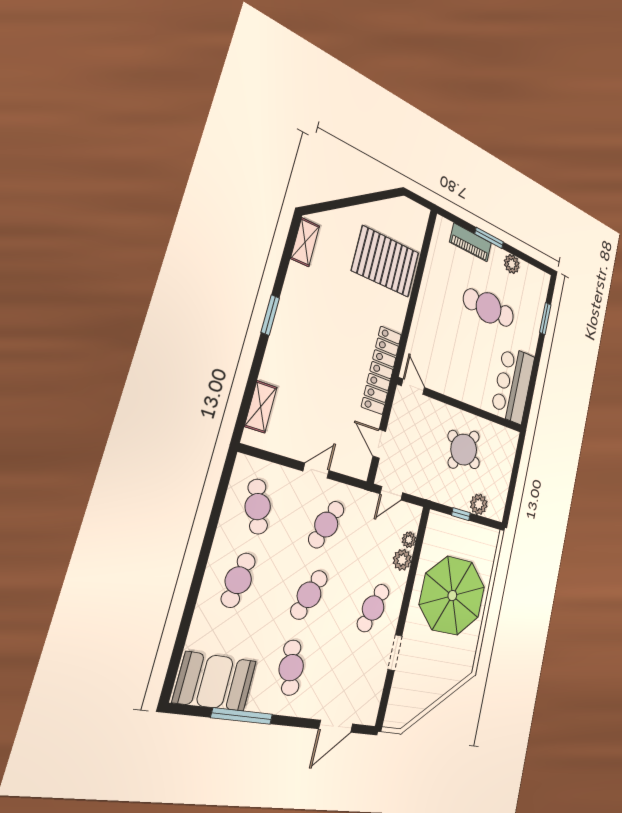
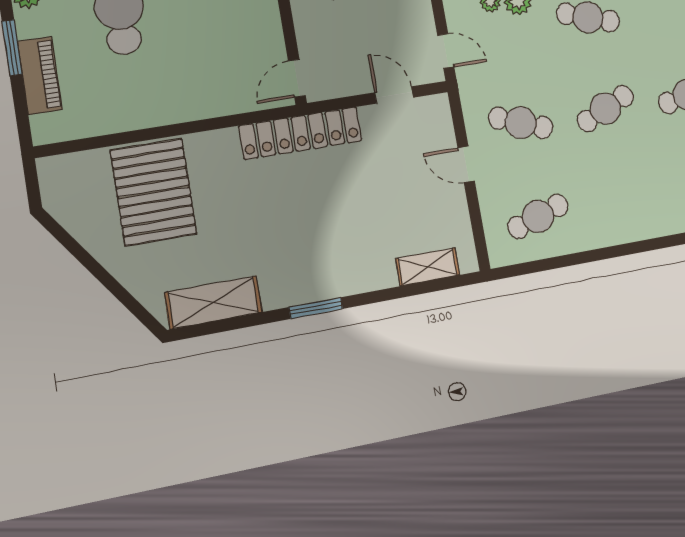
shelving: (305, 242) -> (213, 302), width x1.50, depth x1.33
door: (379, 444) -> (394, 95), swing flipped
cafe table: (238, 580) -> (623, 201), removed
cafe table: (309, 595) -> (605, 109), turned -45

